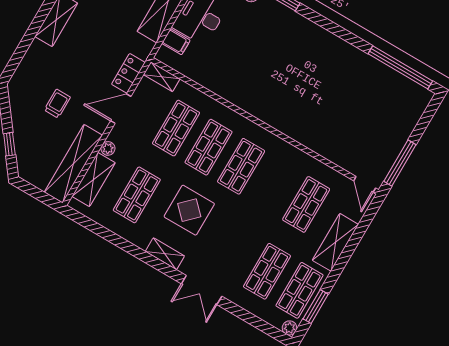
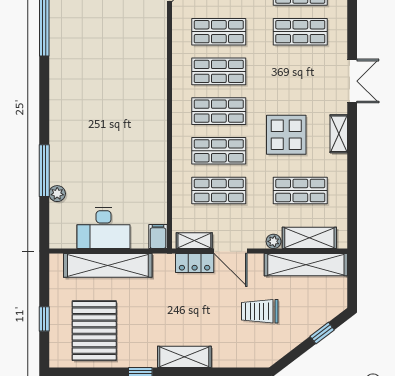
filing cabinet: (176, 42) -> (158, 237), moved
shelving: (162, 77) -> (194, 241), moved, turned 90
trolley: (57, 104) -> (260, 311), width x1.36, depth x1.39
shop shelf: (274, 185) -> (219, 71), added

